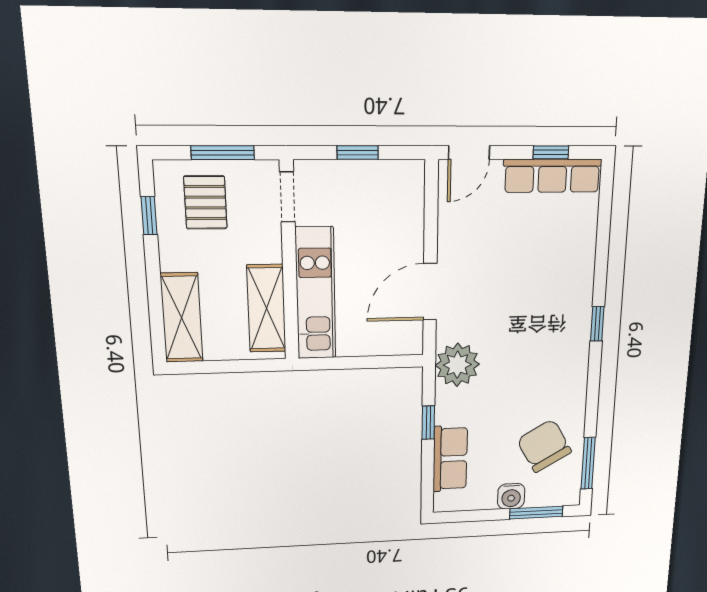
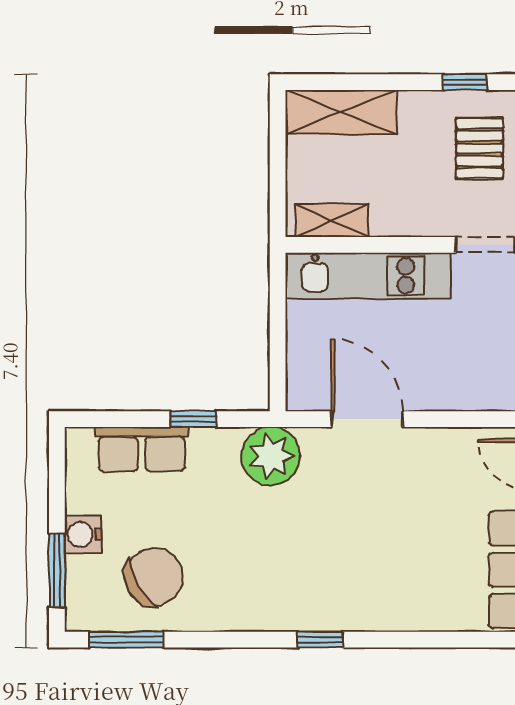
pallet: (205, 202) -> (480, 148), turned 90
shelving: (266, 308) -> (332, 221), width x0.67, depth x0.75

